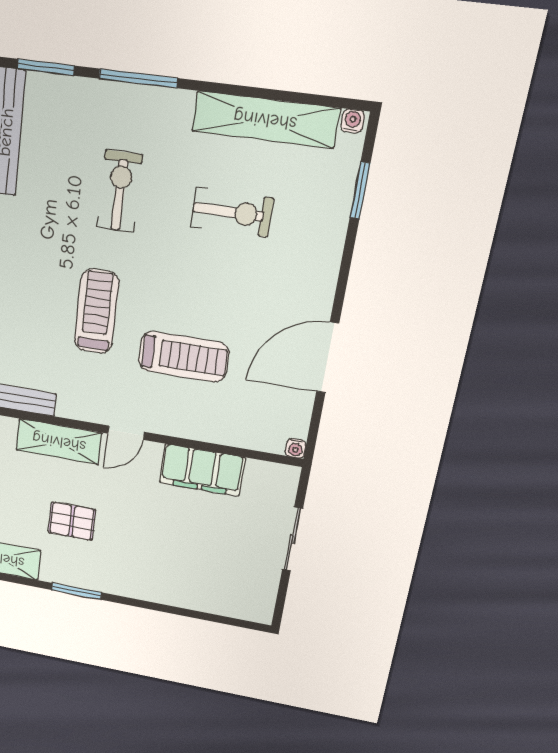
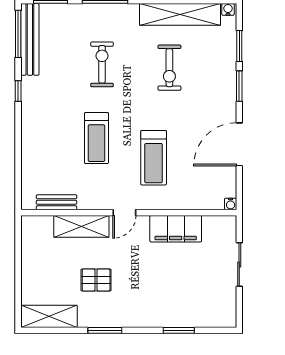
exercise bike: (232, 212) -> (169, 68), turned 90
window: (346, 261) -> (239, 86), added
treadmill: (97, 312) -> (96, 138), turned 180
treadmill: (183, 357) -> (154, 158), turned 90
window: (184, 612) -> (179, 330), added

